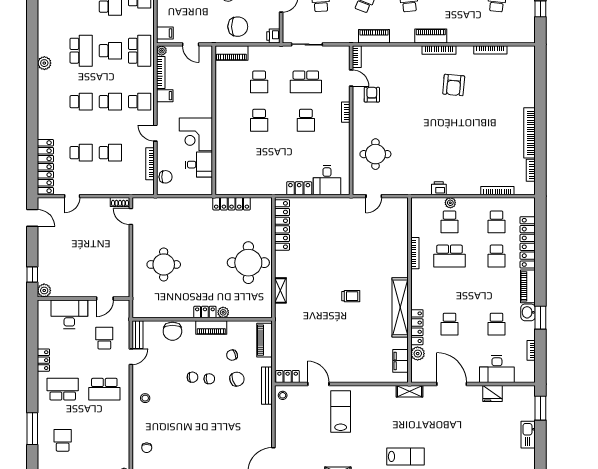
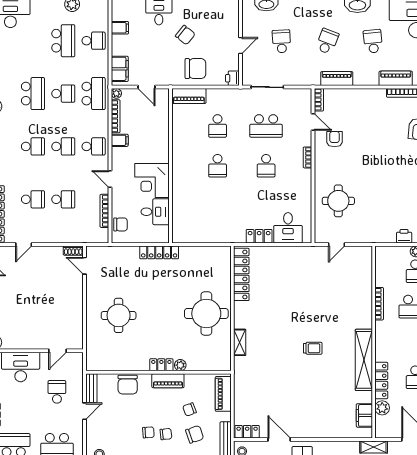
filing cabinet: (165, 33) -> (120, 69), width x2.00
locker: (232, 204) -> (159, 252), moved

